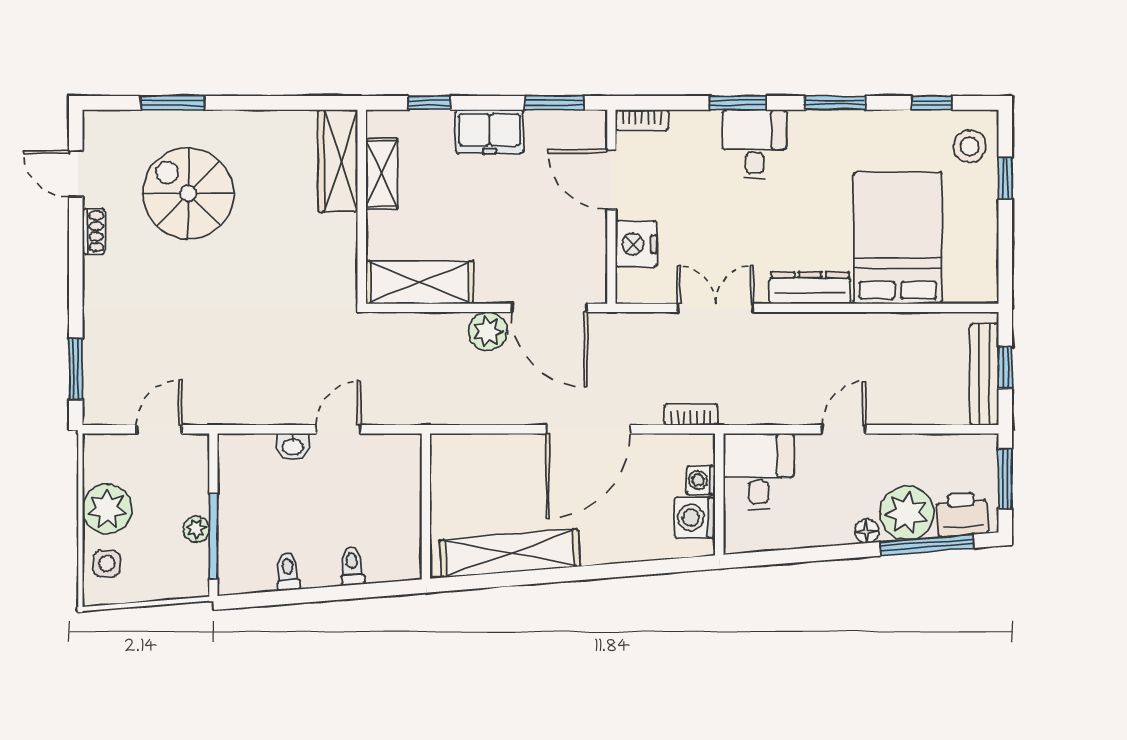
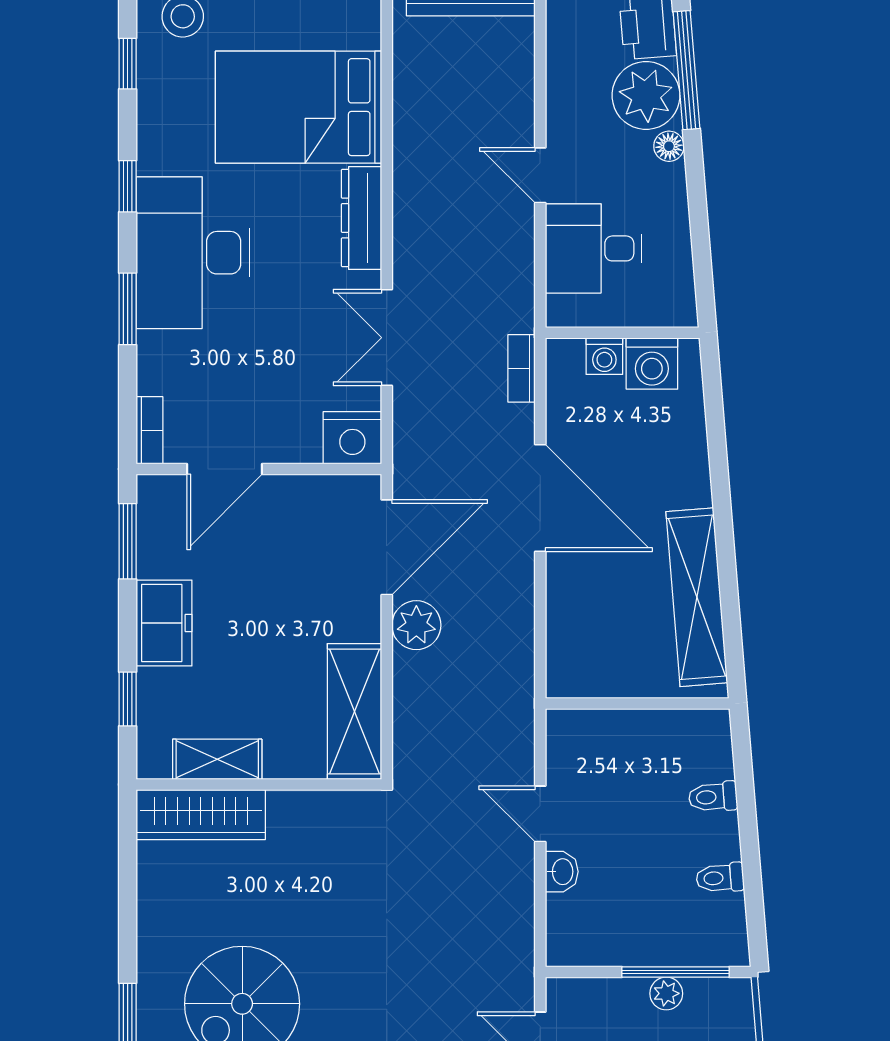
window: (835, 103) -> (128, 186), width x0.67
desk: (754, 144) -> (193, 253), width x1.87, depth x1.30
nightstand: (636, 244) -> (352, 438), moved
desk: (759, 471) -> (593, 248), moved

